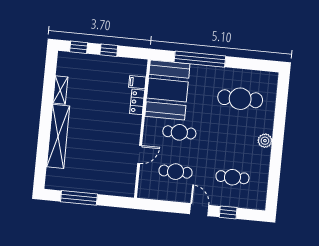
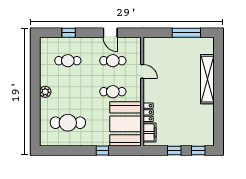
window: (200, 59) -> (102, 151), width x0.32
filing cabinet: (137, 82) -> (150, 132), width x2.00
shelving: (60, 90) -> (209, 116), removed
door: (140, 154) -> (142, 71), swing flipped
door: (199, 210) -> (110, 33), moved

